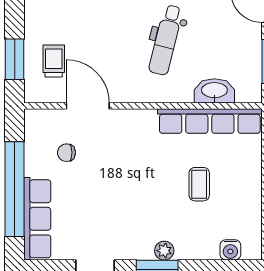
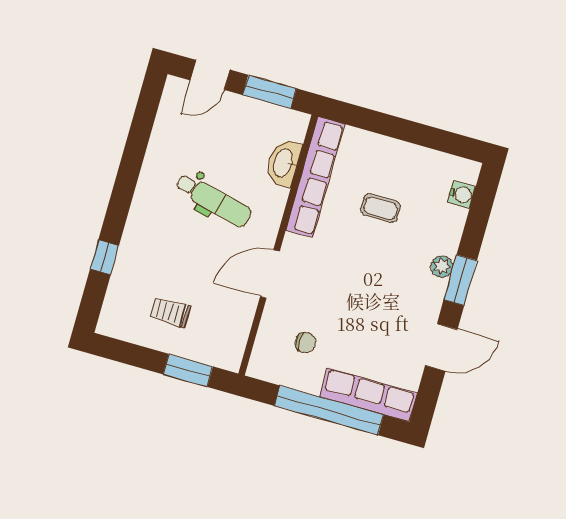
trolley: (54, 61) -> (170, 312), moved
door: (88, 106) -> (270, 274), moved
chair: (66, 153) -> (305, 343), turned -90

